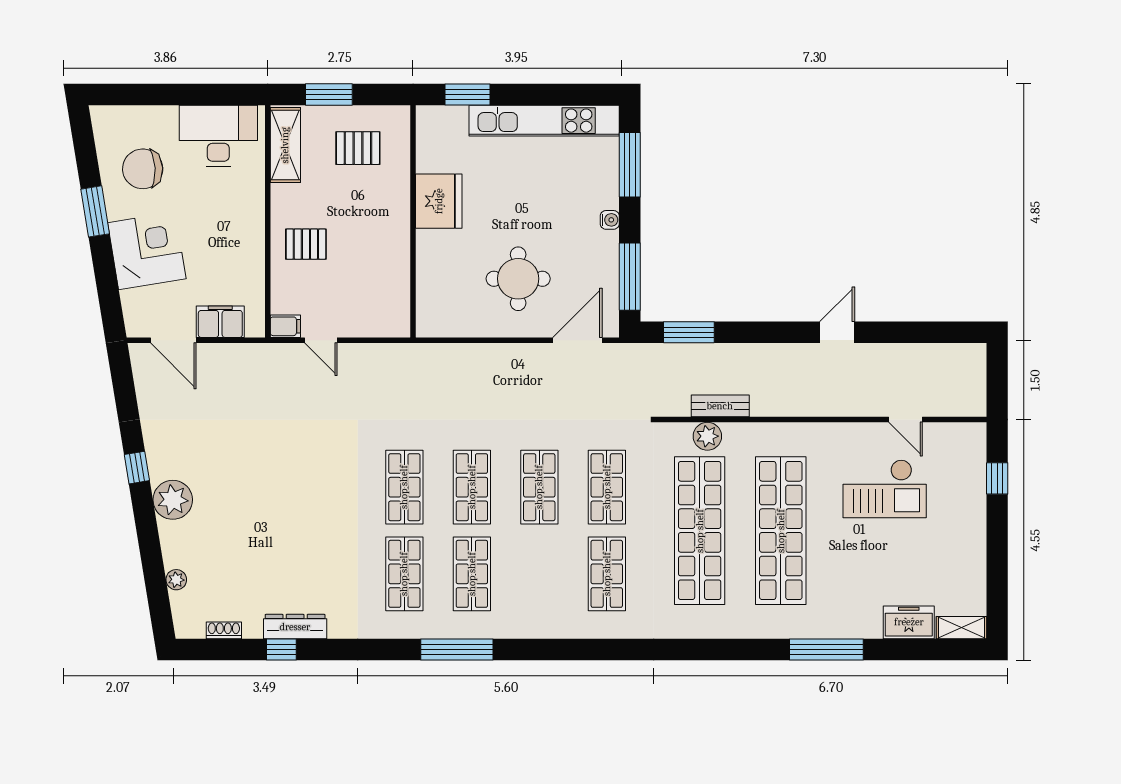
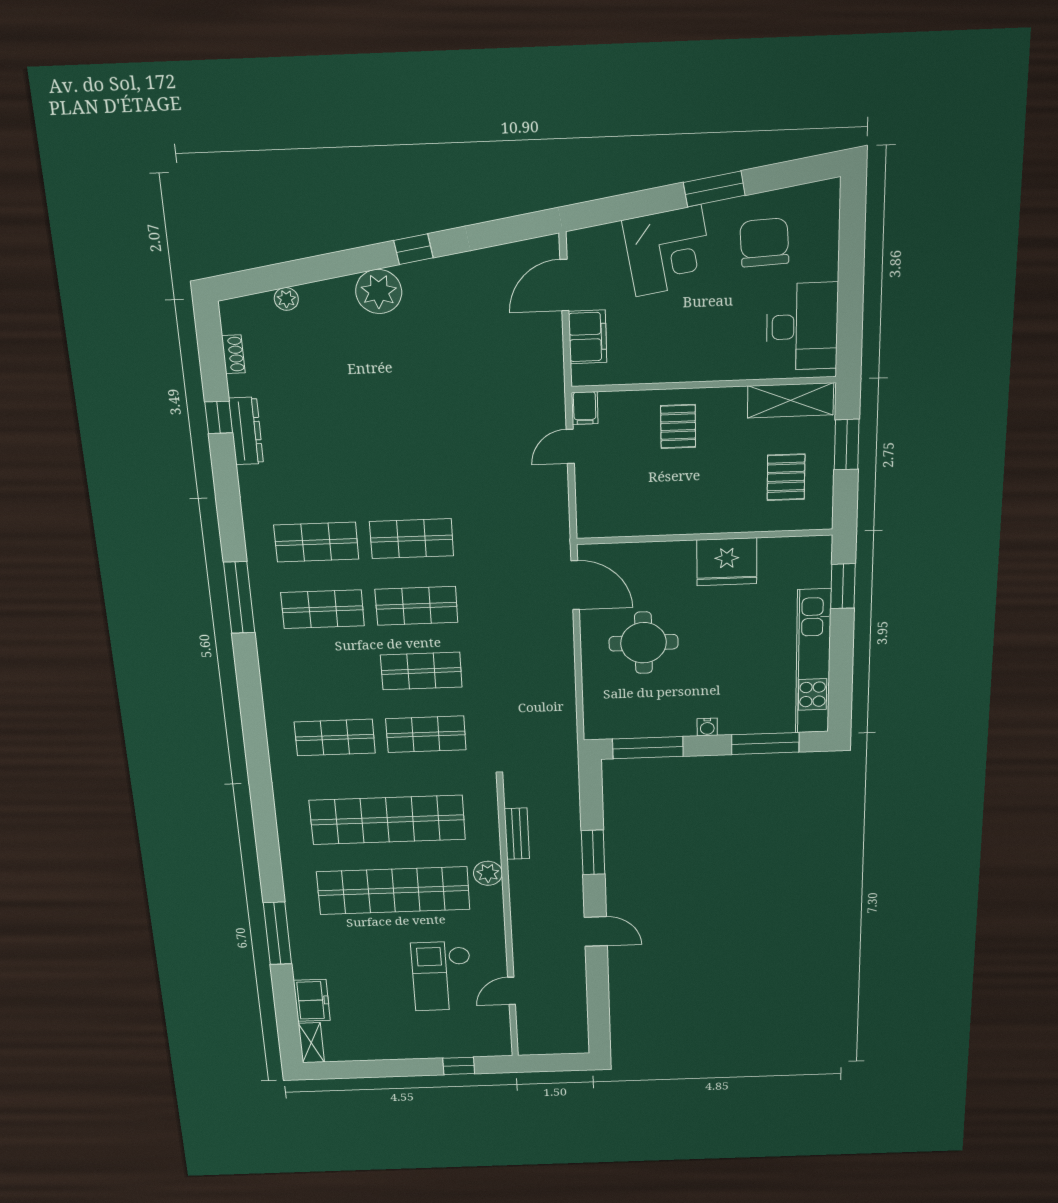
window: (689, 332) -> (593, 852), moved
door: (577, 340) -> (575, 585), moved
plant: (707, 436) -> (488, 873), moved

